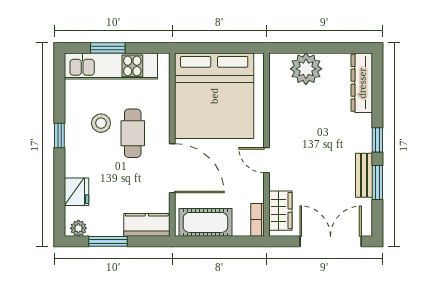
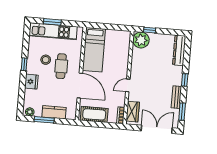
window: (300, 48) -> (150, 30), added
plant: (306, 69) -> (141, 40), moved
bed: (214, 96) -> (94, 50), width x0.49
door: (267, 160) -> (128, 85), hinge flipped
window: (377, 183) -> (182, 112), moved
fridge: (77, 192) -> (31, 82), moved
kitchen counter: (147, 225) -> (54, 112), moved

